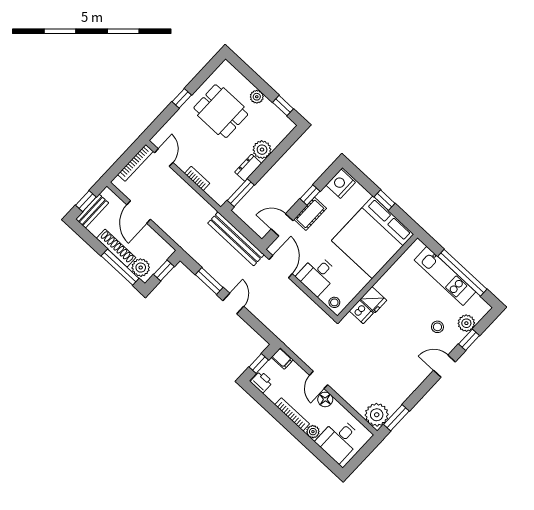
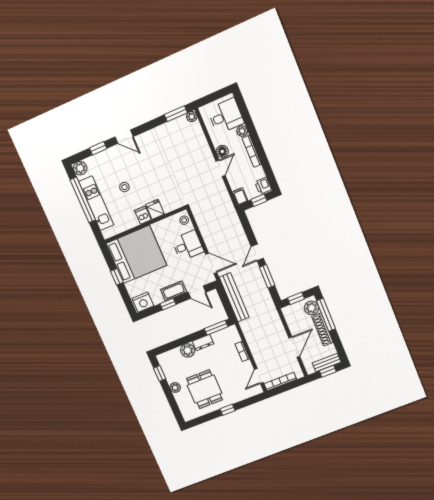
door: (281, 267) -> (211, 263), swing flipped
dishwasher: (361, 312) -> (143, 215), moved
plant: (466, 323) -> (80, 168), moved
stool: (437, 327) -> (124, 187), moved
plant: (377, 415) -> (192, 117), width x0.53, depth x0.53

